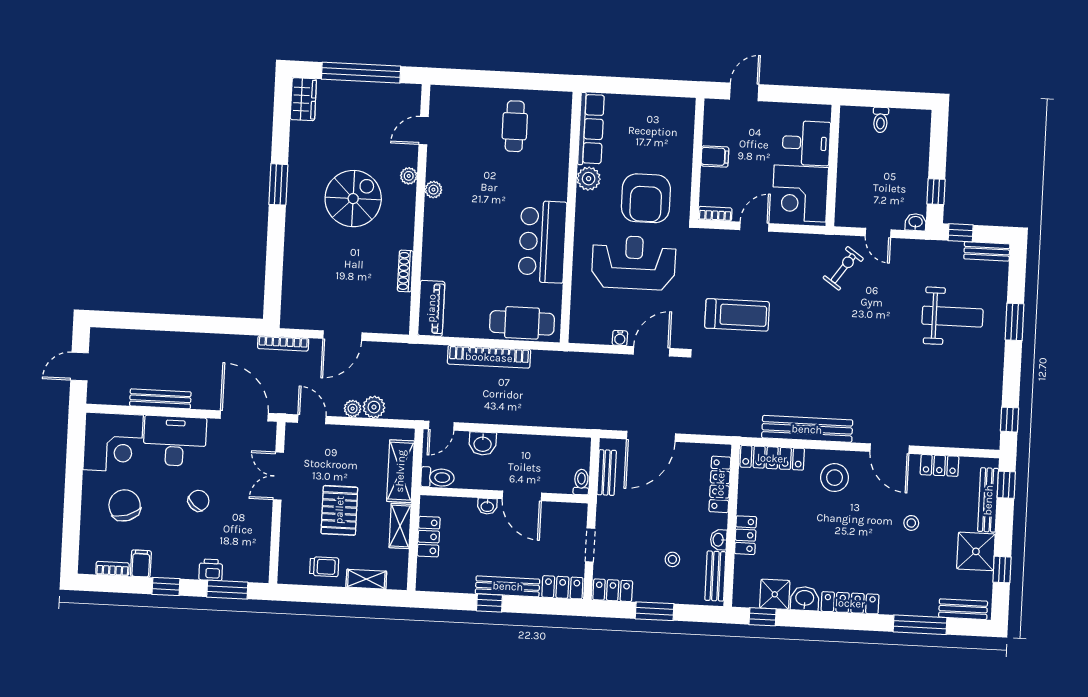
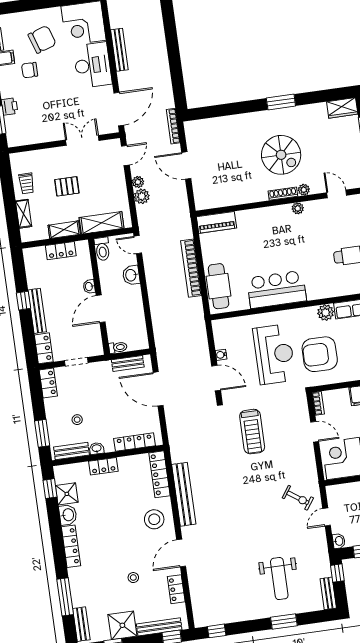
shoe rack: (405, 271) -> (283, 194), moved
chair: (199, 501) -> (30, 70), moved, turned 137
pallet: (339, 510) -> (67, 186), width x0.67, depth x0.71
window: (655, 611) -> (42, 433), moved

